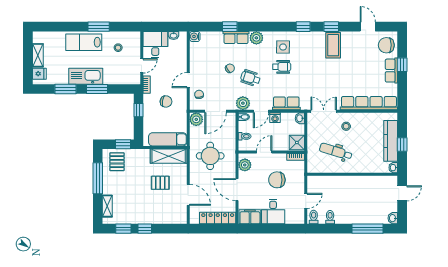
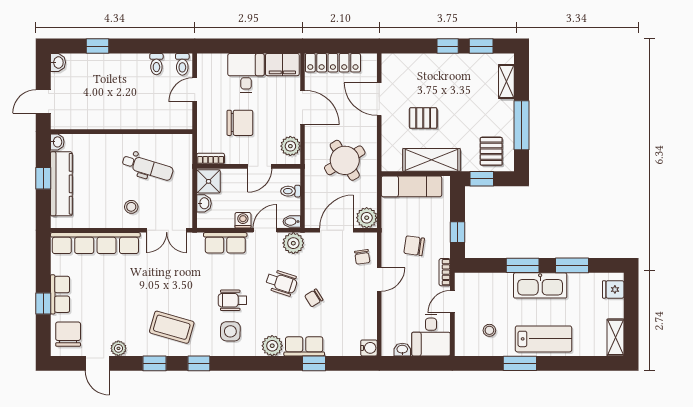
plant: (354, 36) -> (118, 348), added
coffee table: (333, 45) -> (172, 327), moved, turned -74
chair: (386, 45) -> (68, 334), turned -90
shelving: (38, 55) -> (615, 337), moved
washbasin: (300, 118) -> (204, 203), moved
shelving: (169, 156) -> (431, 160), moved
round table: (210, 156) -> (345, 160), turned -31
window: (368, 229) -> (98, 46), width x0.46

